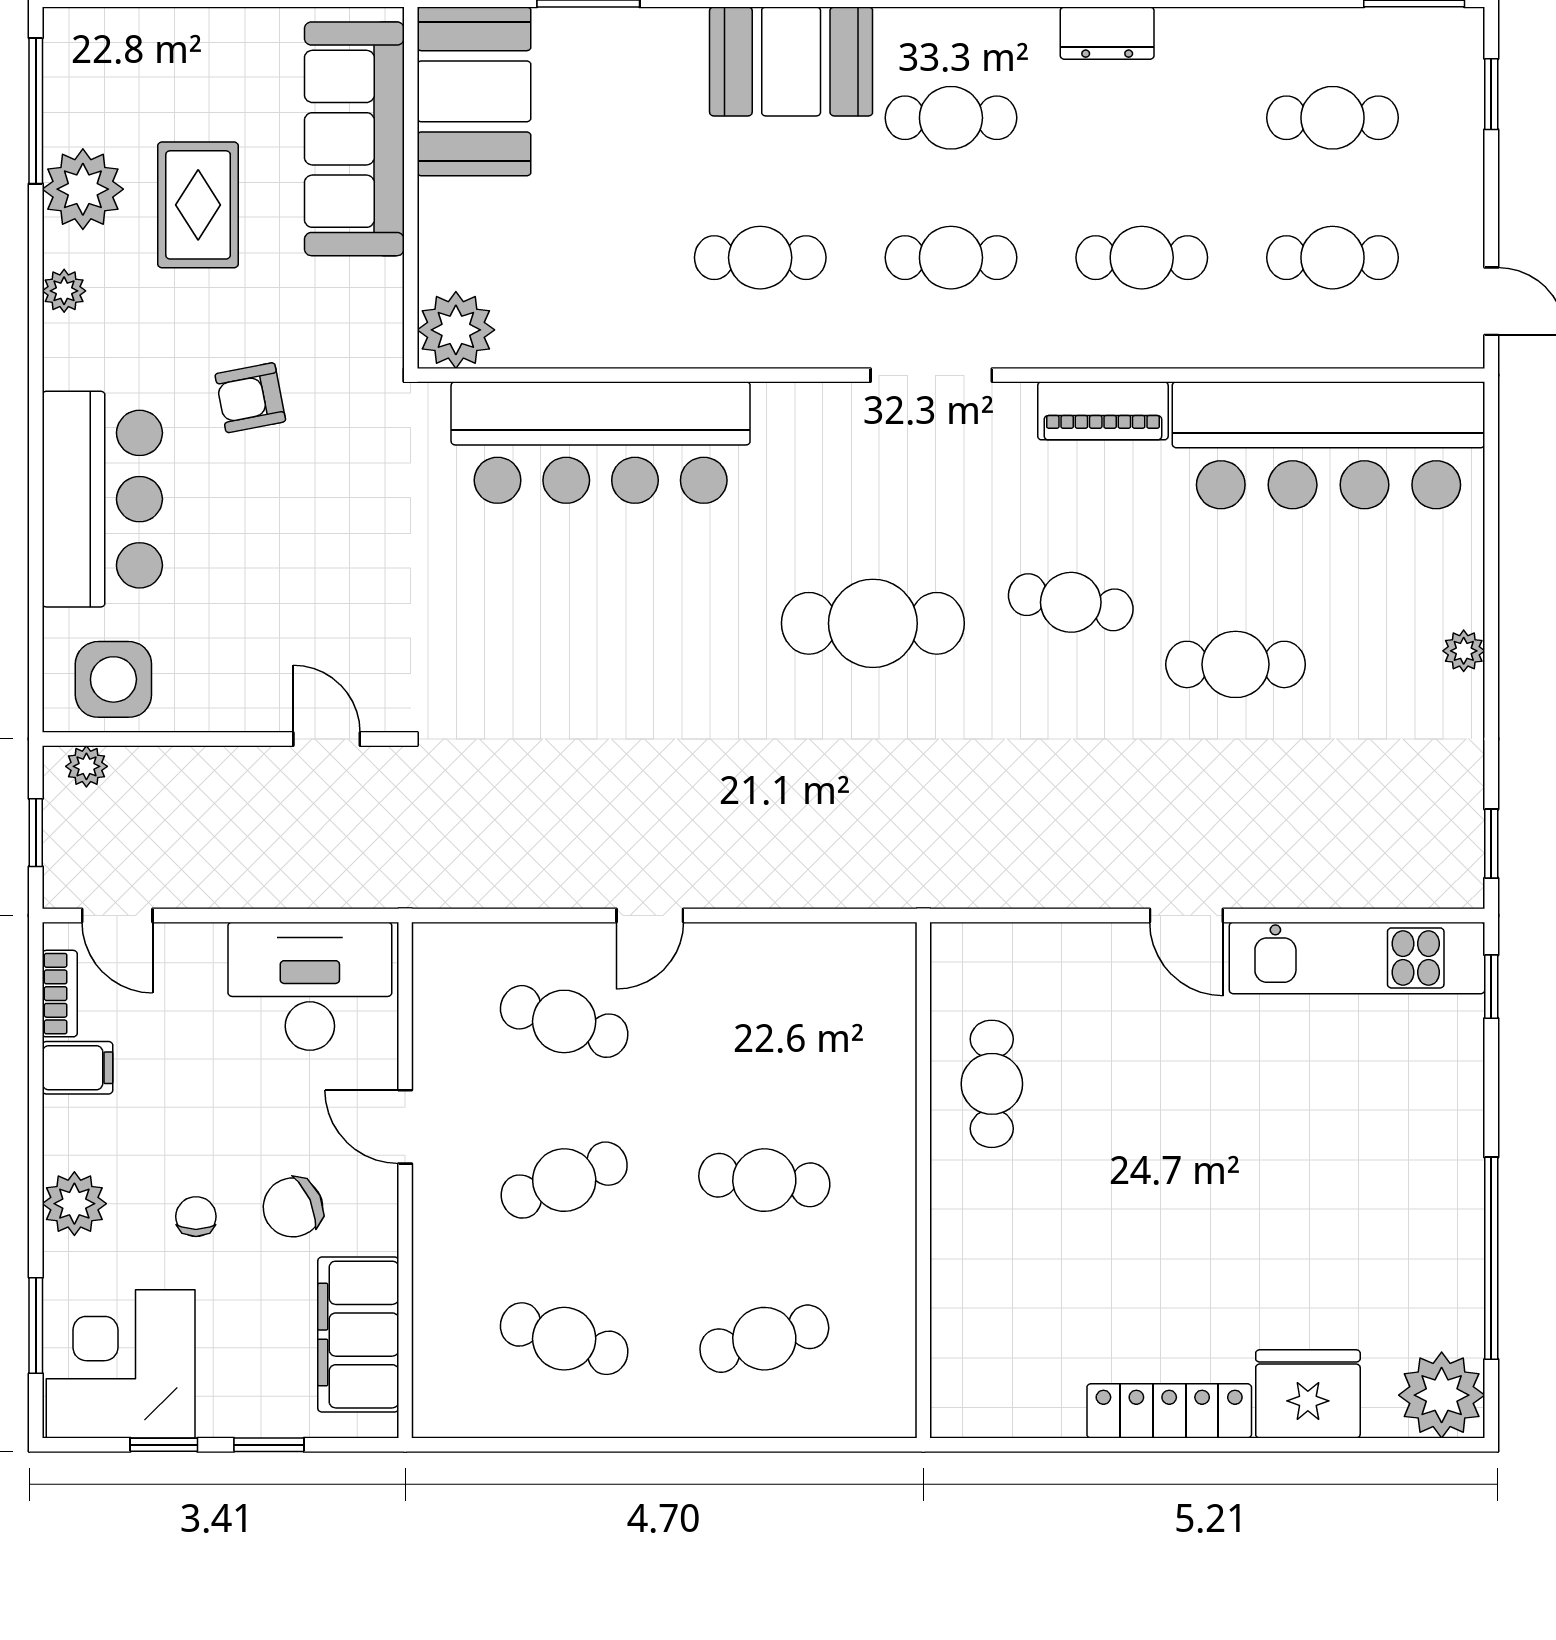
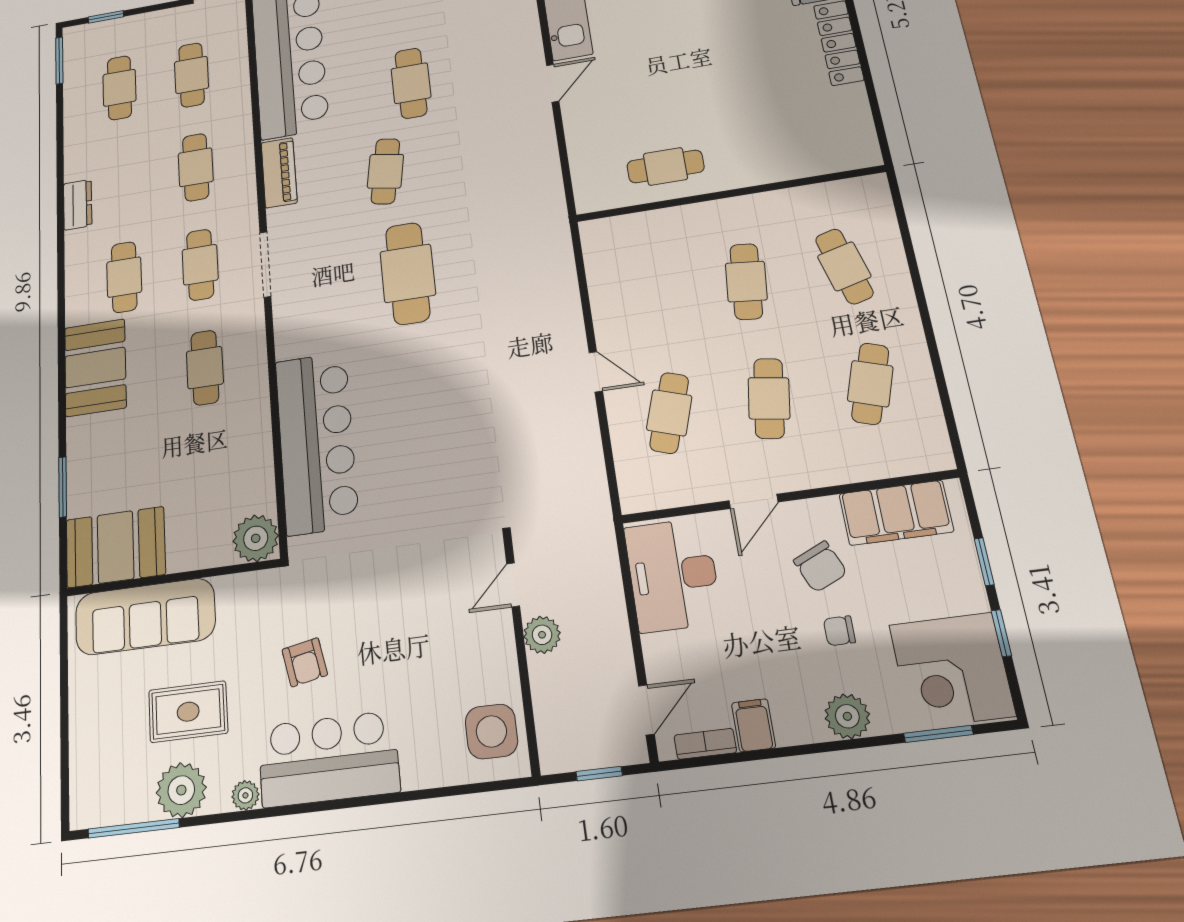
bar counter: (102, 499) -> (329, 759), moved
plant: (86, 766) -> (542, 635), moved, width x1.38, depth x1.38
cafe table: (564, 1180) -> (769, 398), turned 30

